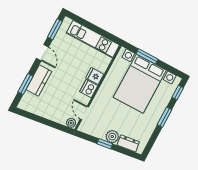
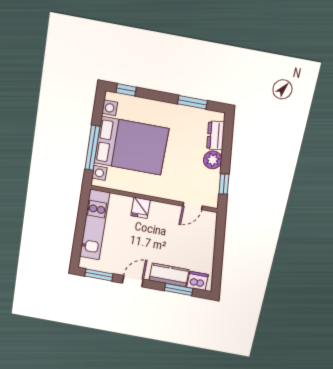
window: (147, 56) -> (92, 148), width x1.44
dishwasher: (89, 89) -> (197, 281), moved, turned 180
window: (165, 117) -> (192, 102), moved
plant: (71, 123) -> (211, 219), removed
window: (105, 144) -> (224, 184), moved

